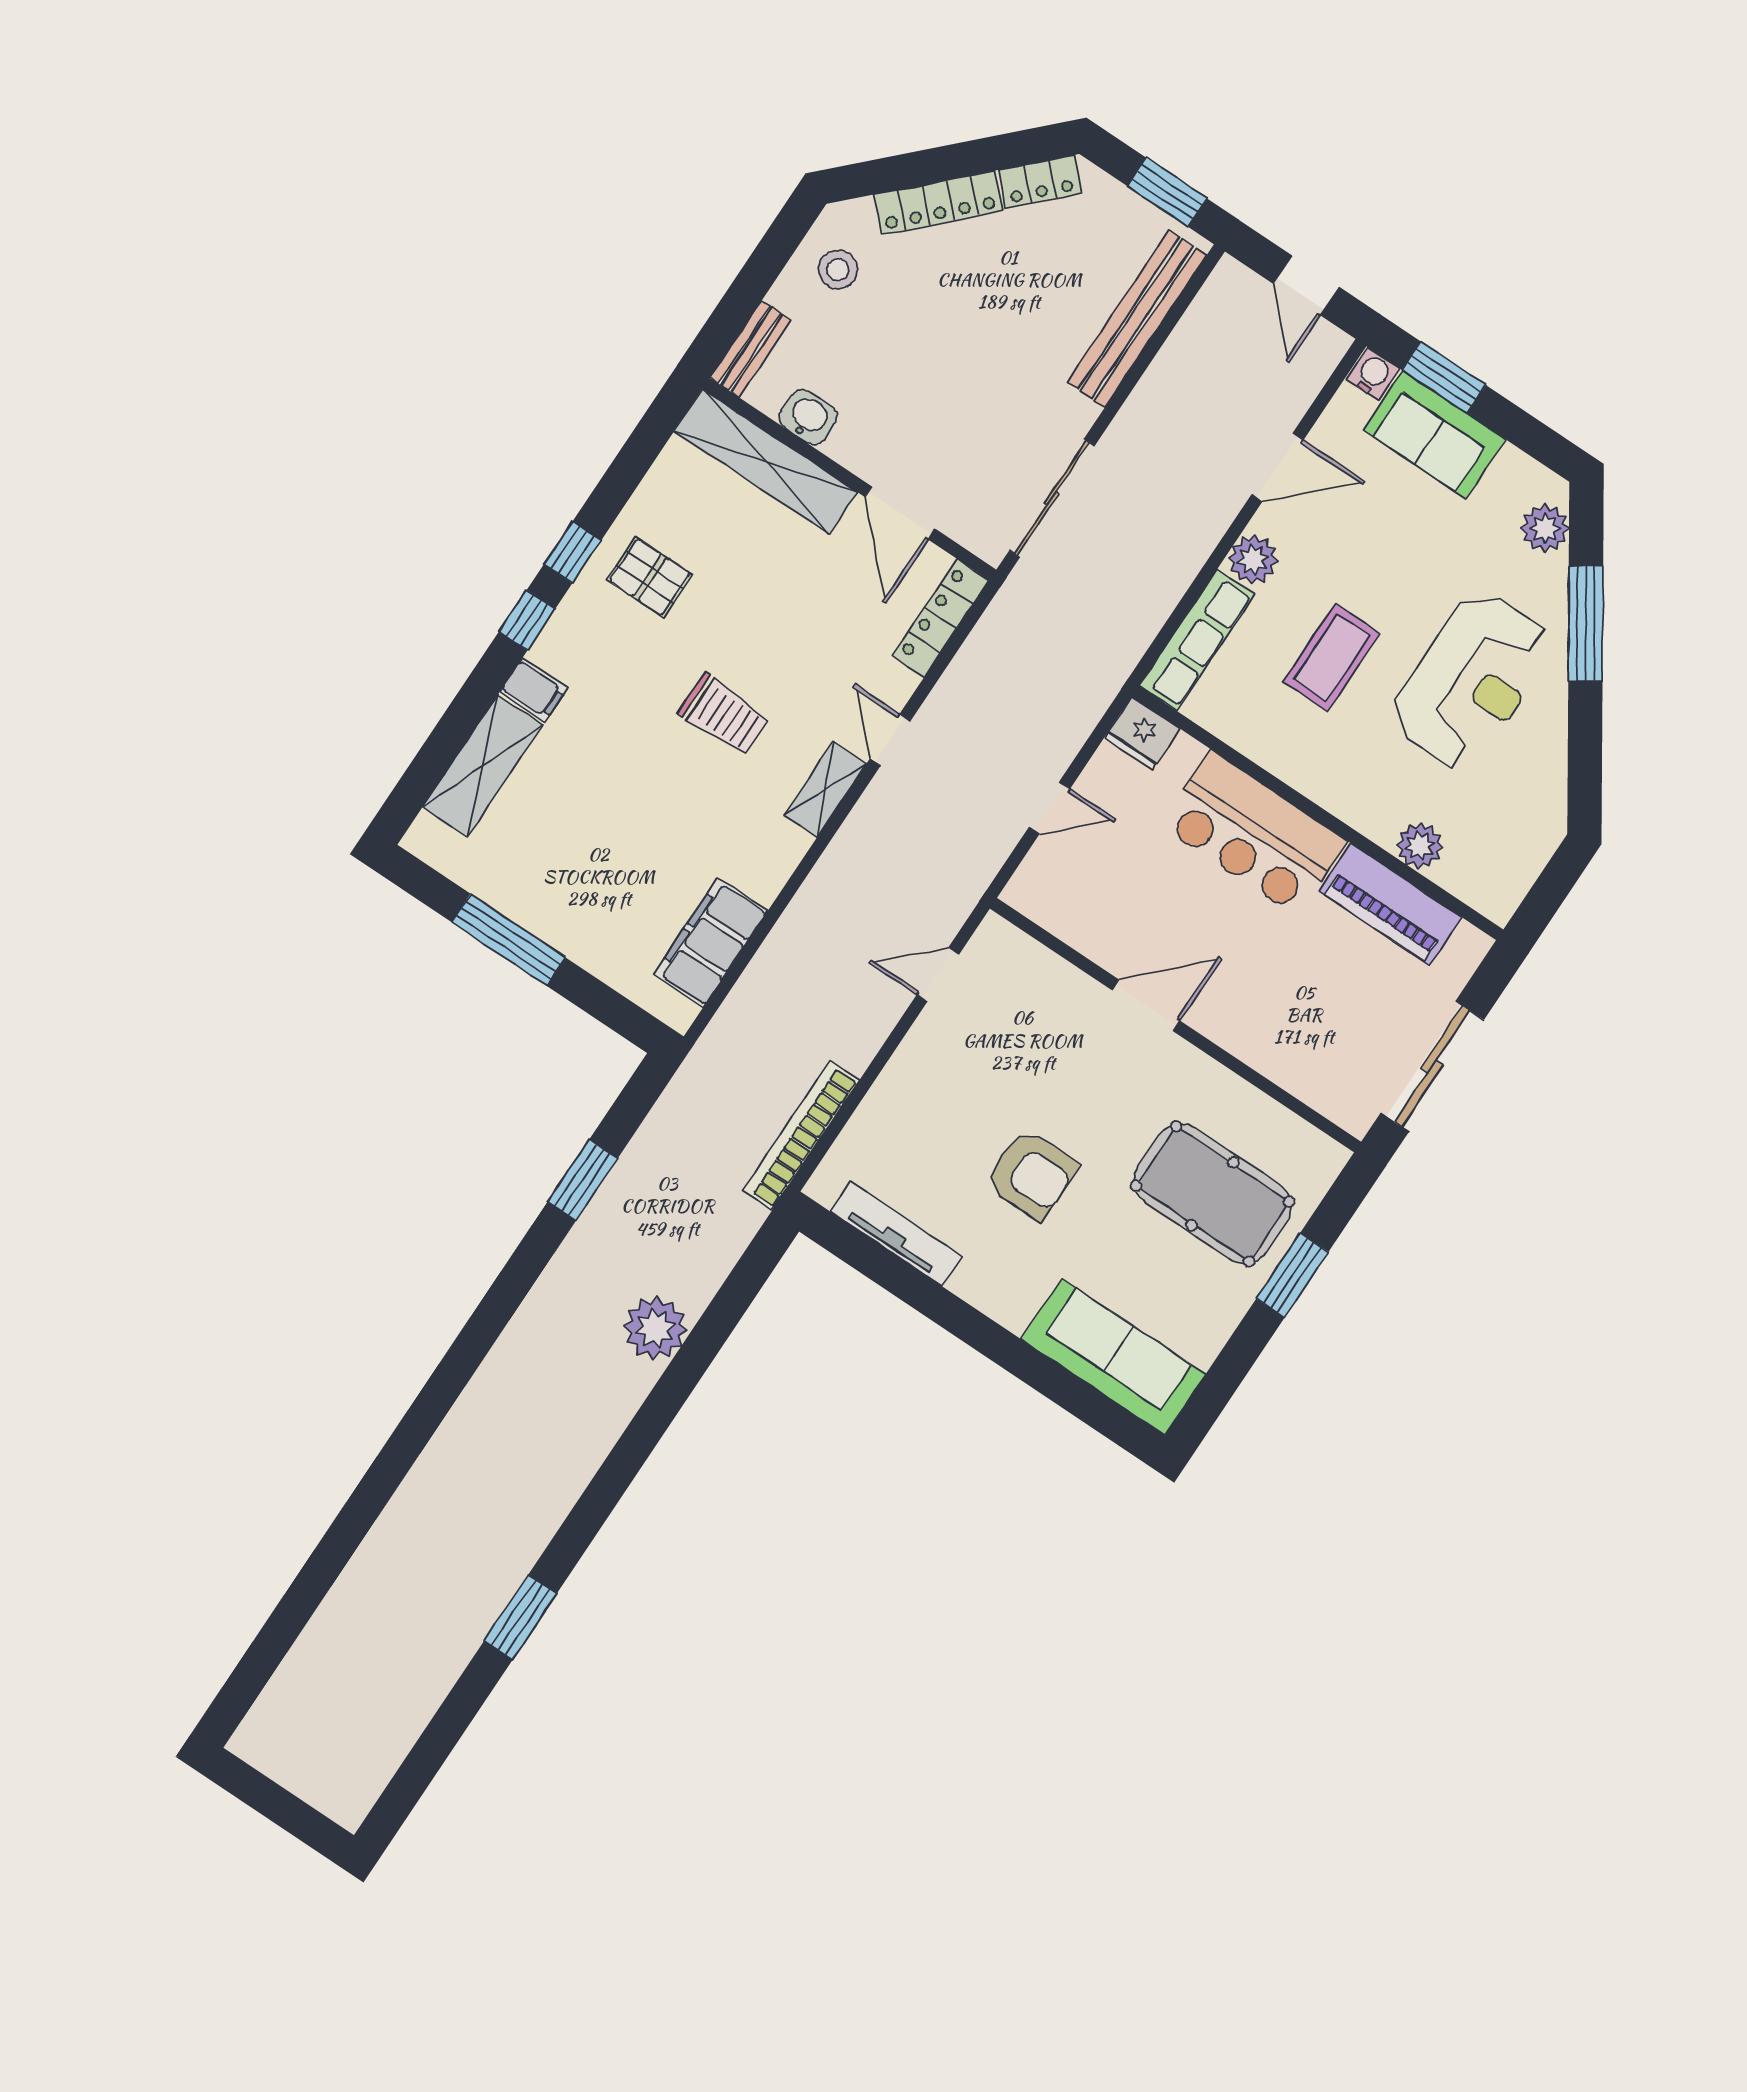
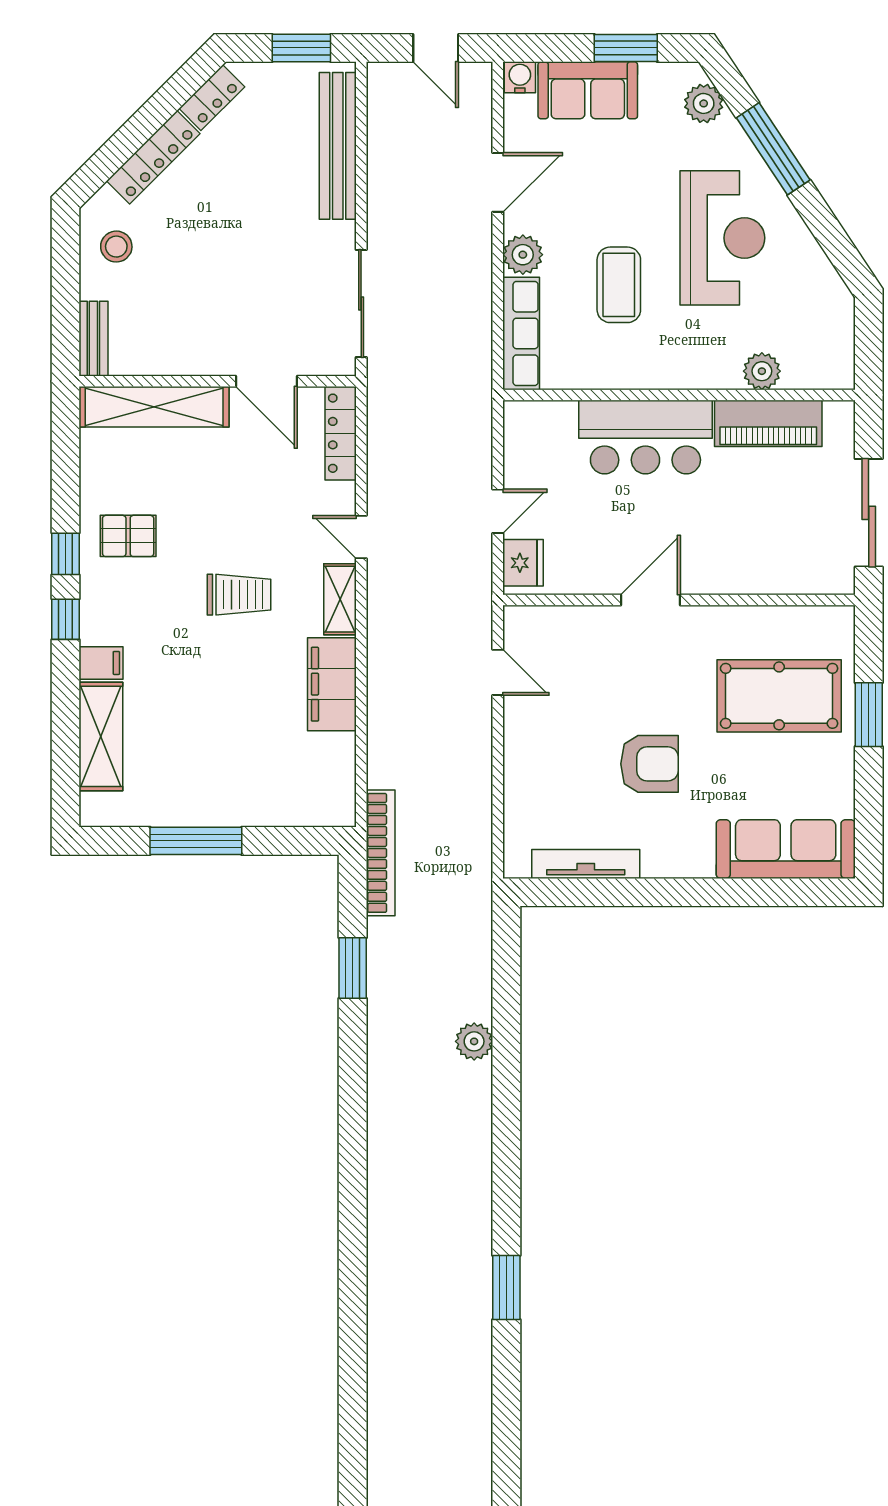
window: (1444, 378) -> (626, 48), moved
washbasin: (808, 417) -> (162, 358), removed
fridge: (1142, 733) -> (523, 563), moved, turned -90
filing cabinet: (711, 942) -> (332, 684), moved
door: (938, 975) -> (498, 672), swing flipped
bookcase: (801, 1135) -> (381, 853), moved, turned 180
plant: (655, 1328) -> (474, 1041), width x0.73, depth x0.73

